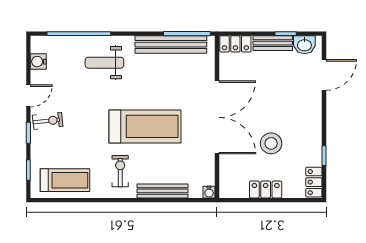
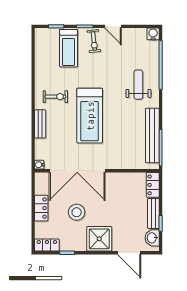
water cooler: (38, 62) -> (153, 34), moved
shower: (306, 114) -> (99, 239), added
double door: (217, 117) -> (77, 171), moved
treadmill: (65, 180) -> (68, 48), moved
bench: (163, 191) -> (40, 124), width x0.73

